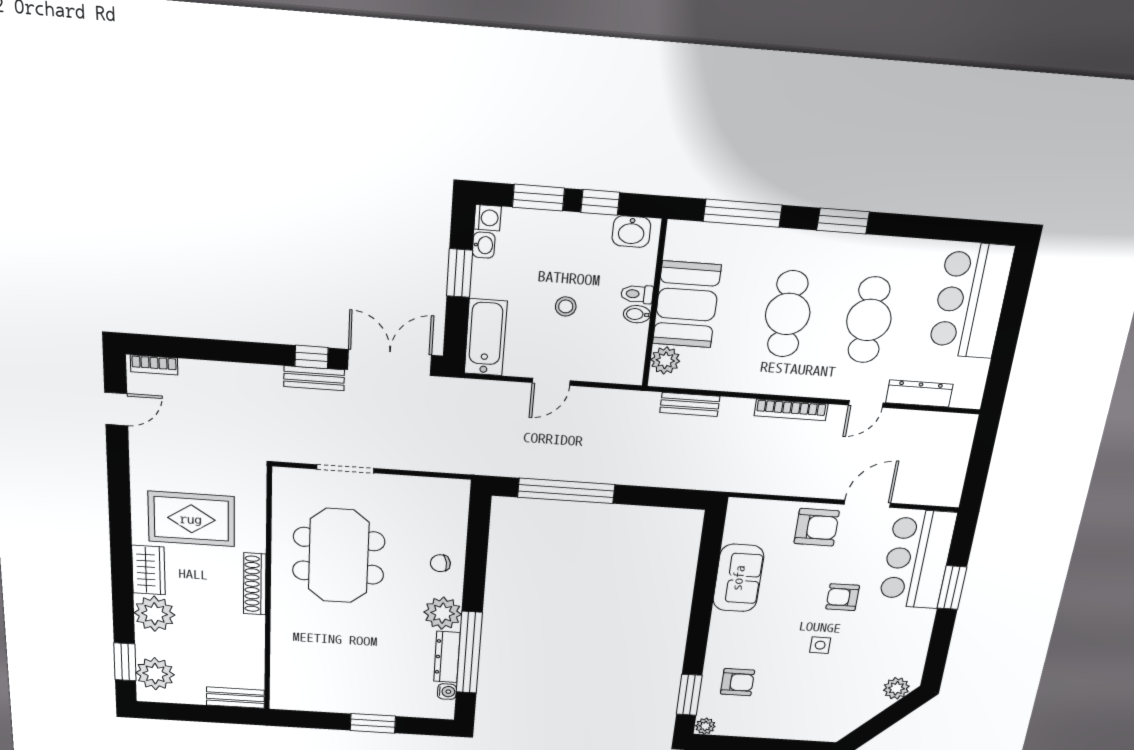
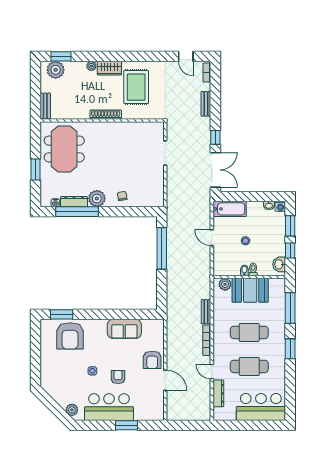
window: (460, 273) -> (256, 196), removed
bench: (314, 378) -> (206, 104), moved
bench: (690, 404) -> (206, 312), moved
meeting table: (339, 556) -> (64, 149), moved, turned 90
bar counter: (917, 559) -> (109, 407), moved
plant: (154, 614) -> (91, 66), width x0.53, depth x0.53
armchair: (738, 682) -> (70, 336), width x1.88, depth x1.88
plant: (705, 726) -> (45, 324), removed

